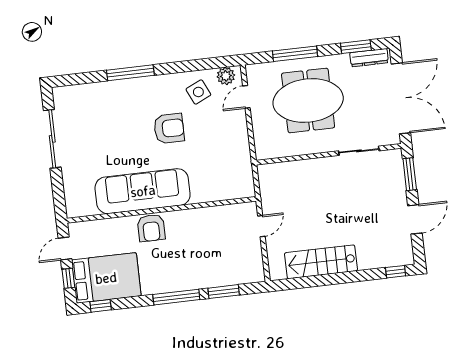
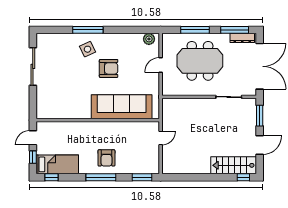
window: (356, 47) -> (235, 30), width x1.44
side table: (198, 92) -> (87, 49), moved
door: (246, 97) -> (161, 65), moved
sofa: (143, 191) -> (122, 107), moved
armchair: (151, 228) -> (106, 158), moved
stairs: (321, 262) -> (234, 165), moved
bed: (106, 278) -> (57, 164), width x0.67
window: (224, 292) -> (142, 177), moved

